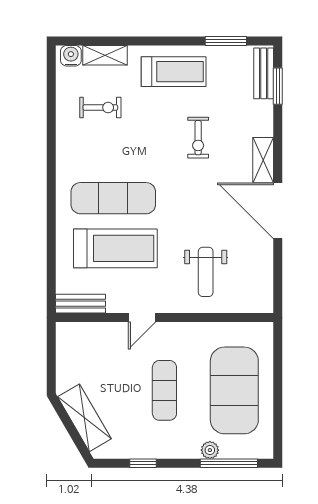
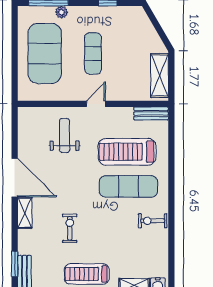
exercise bike: (100, 108) -> (153, 221), moved
door: (142, 317) -> (96, 104), moved
shelving: (84, 418) -> (159, 76), moved, turned 30

